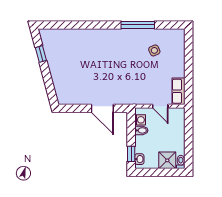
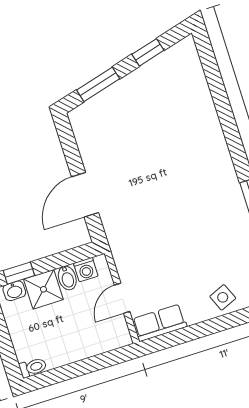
side table: (154, 50) -> (223, 297), moved
window: (49, 84) -> (98, 84), added
shower: (167, 160) -> (43, 289), moved

